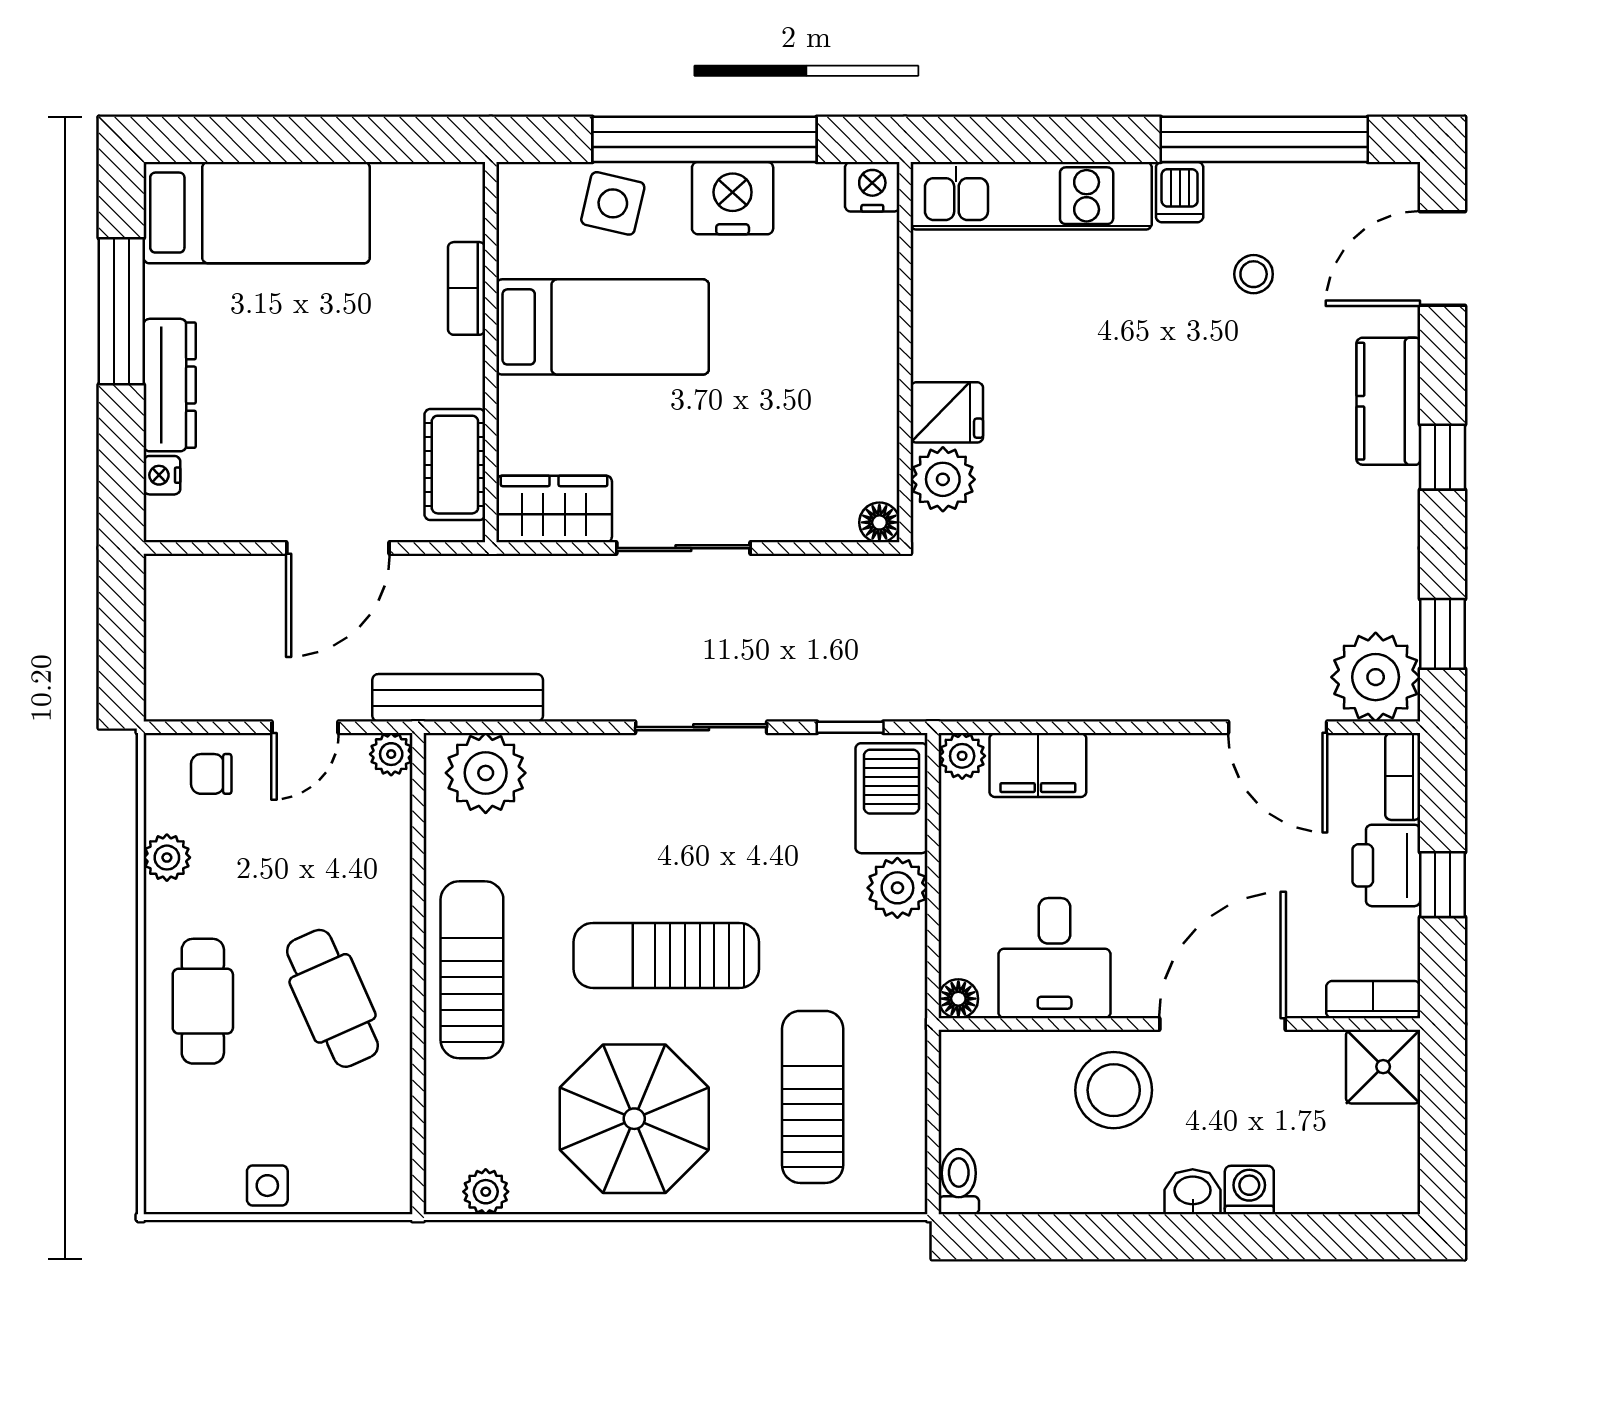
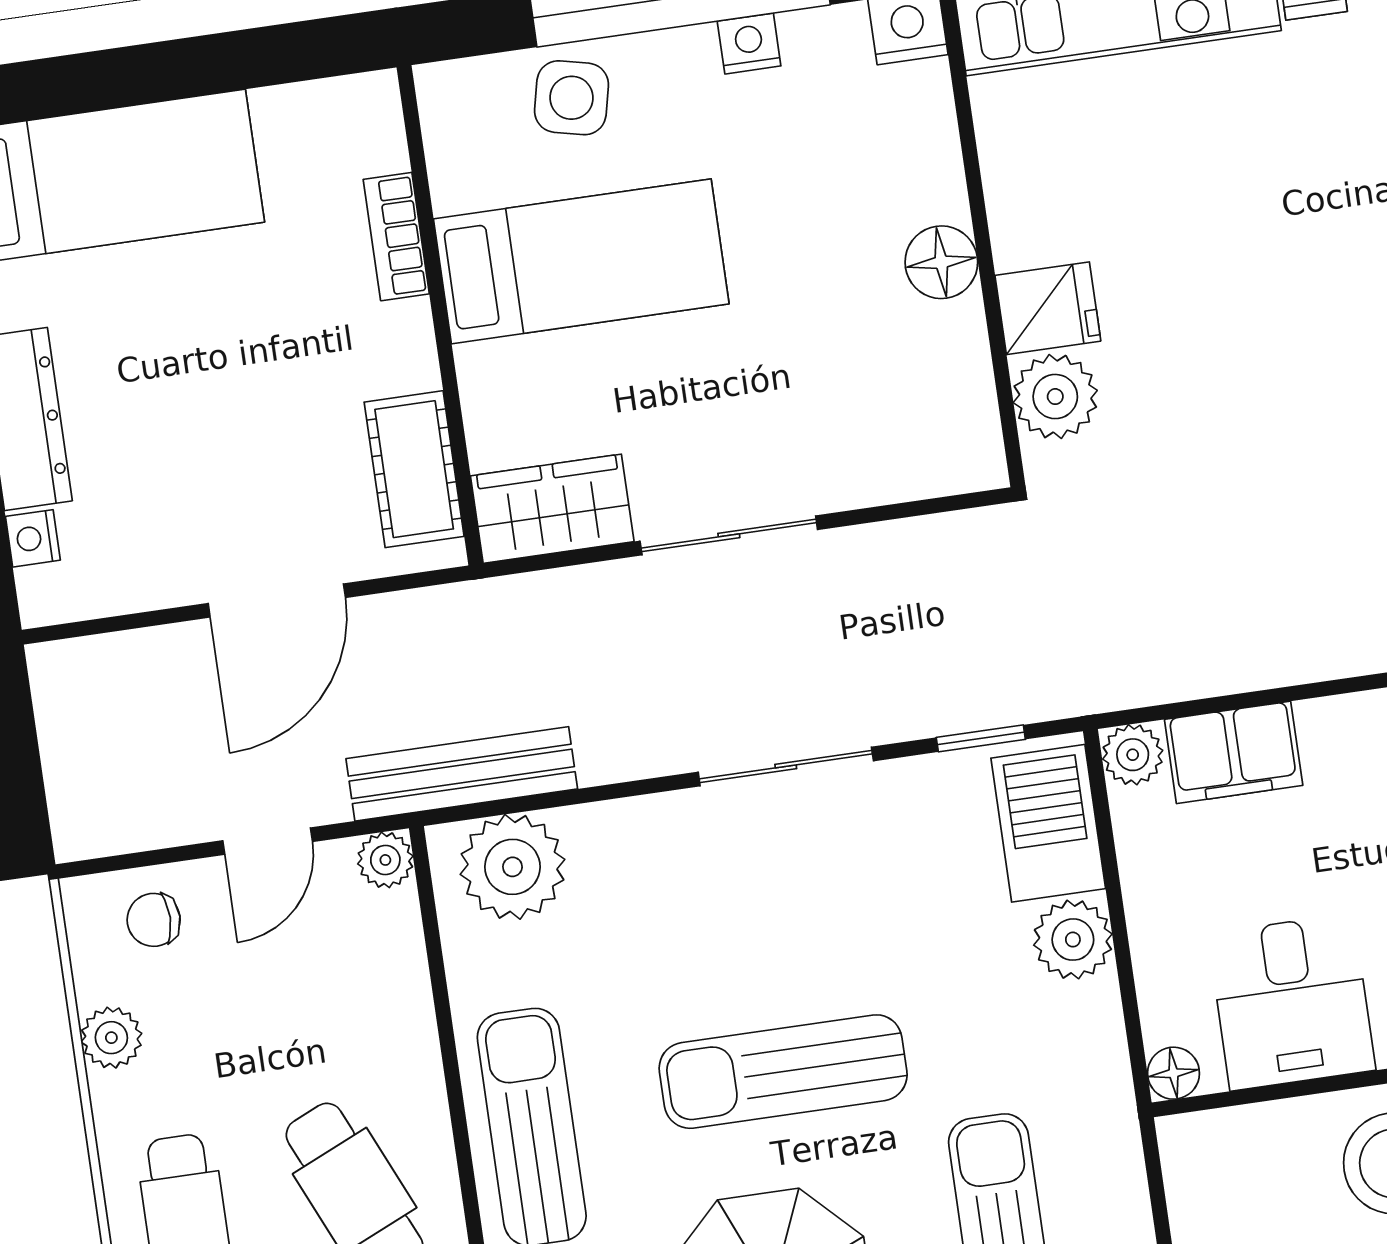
nightstand: (733, 198) -> (749, 44), width x0.53, depth x0.56
floor lamp: (879, 522) -> (941, 262), moved, width x1.37, depth x1.37

